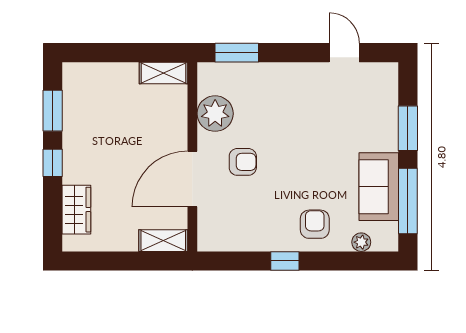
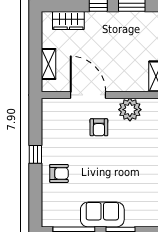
sofa: (379, 187) -> (102, 214), moved
shelving: (163, 241) -> (48, 64), moved
plant: (361, 242) -> (47, 203), removed

